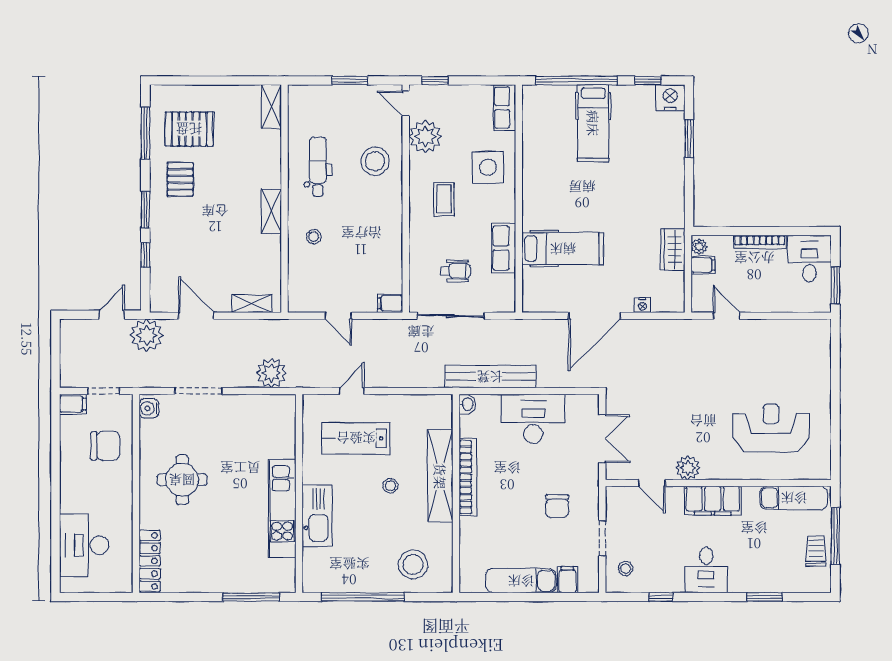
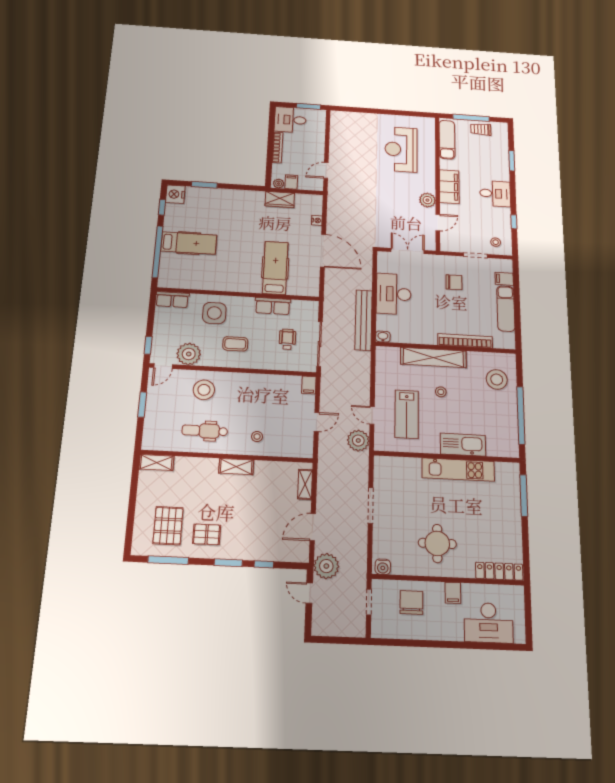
plant: (271, 373) -> (358, 441), moved
doorway: (198, 391) -> (371, 506), moved
filing cabinet: (73, 404) -> (453, 593), moved, turned 180
bookcase: (468, 477) -> (465, 341), moved

